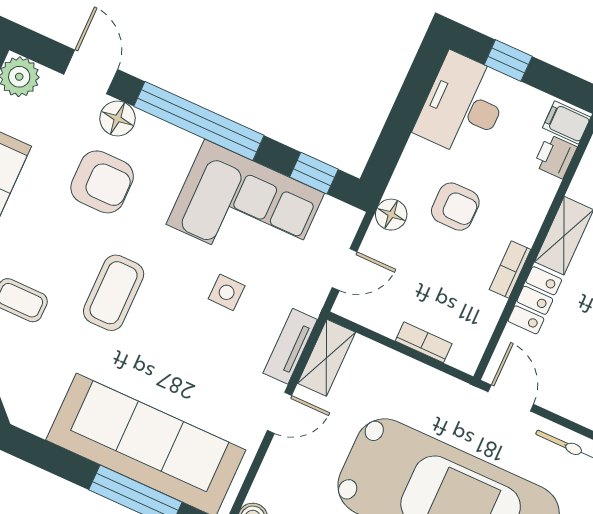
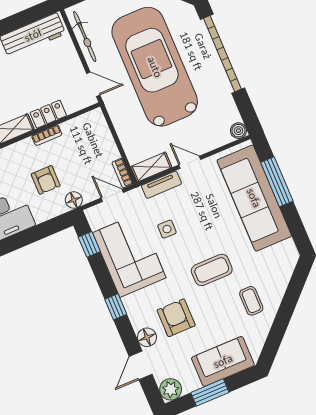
window: (199, 121) -> (116, 307), width x0.32
armchair: (455, 207) -> (46, 180), turned 180
bookcase: (424, 342) -> (122, 173), moved
door: (511, 398) -> (93, 84), swing flipped

